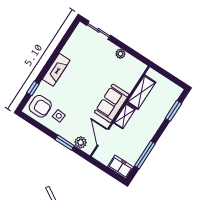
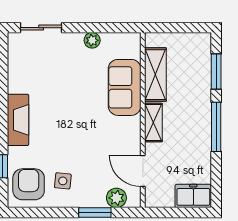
sofa: (112, 103) -> (125, 87), moved
armchair: (40, 106) -> (29, 184), turned -90
window: (145, 155) -> (216, 127), moved

